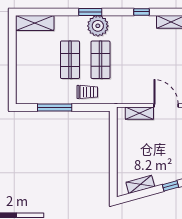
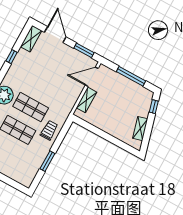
window: (55, 108) -> (47, 161), width x0.69

